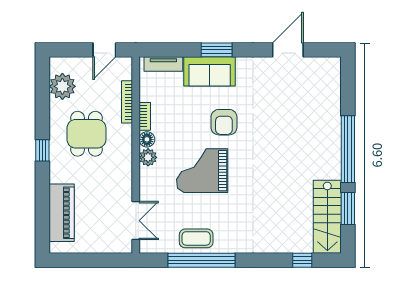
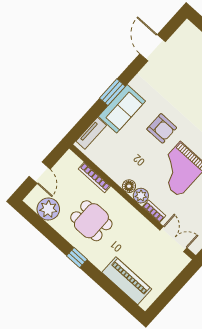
door: (104, 50) -> (40, 173), moved
bookcase: (145, 116) -> (154, 211), moved

